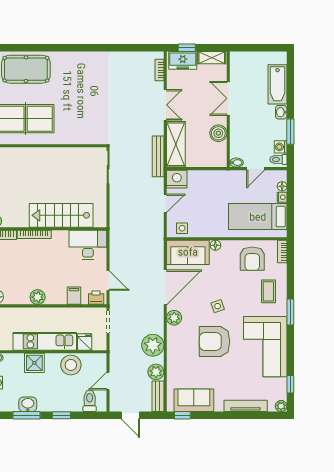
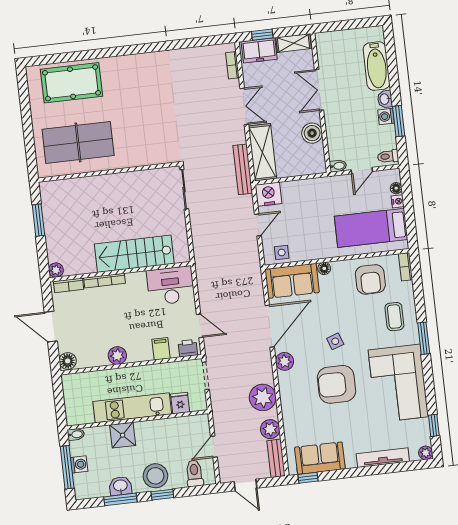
washing machine: (281, 147) -> (386, 116), moved
stool: (71, 365) -> (155, 476), moved

